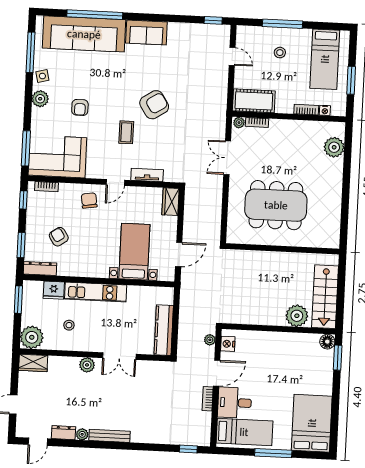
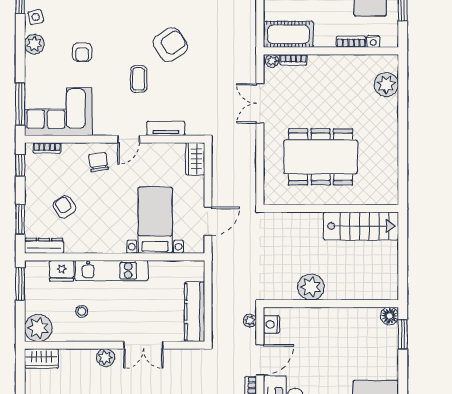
stairs: (325, 297) -> (361, 226), moved, turned -90
plant: (297, 316) -> (311, 287), moved

